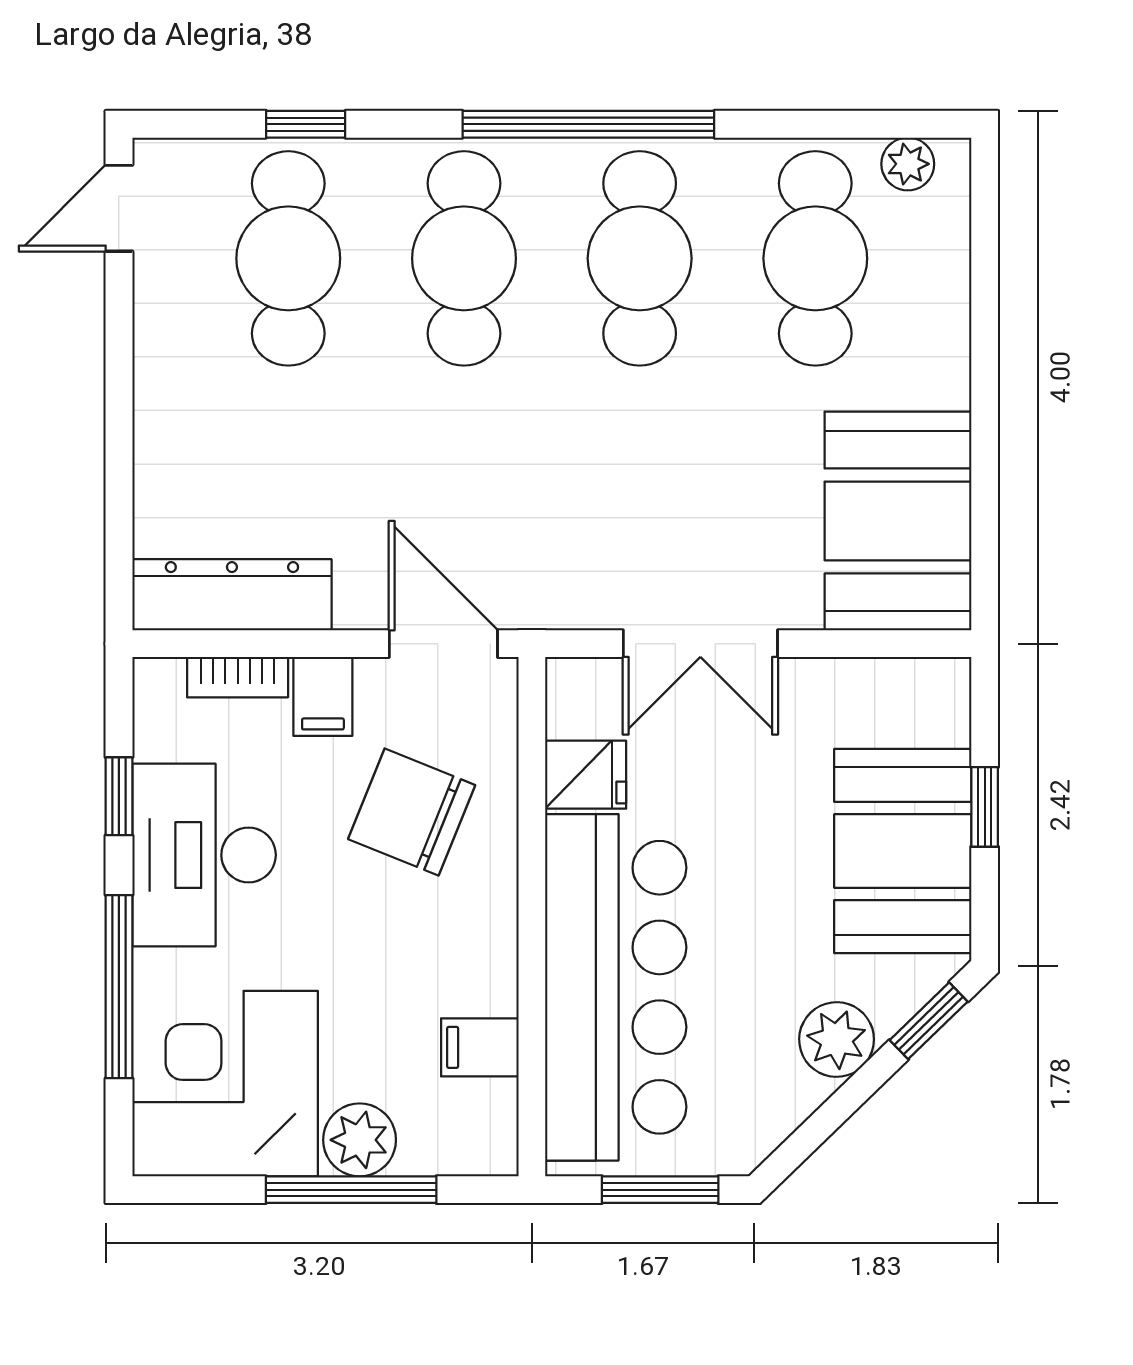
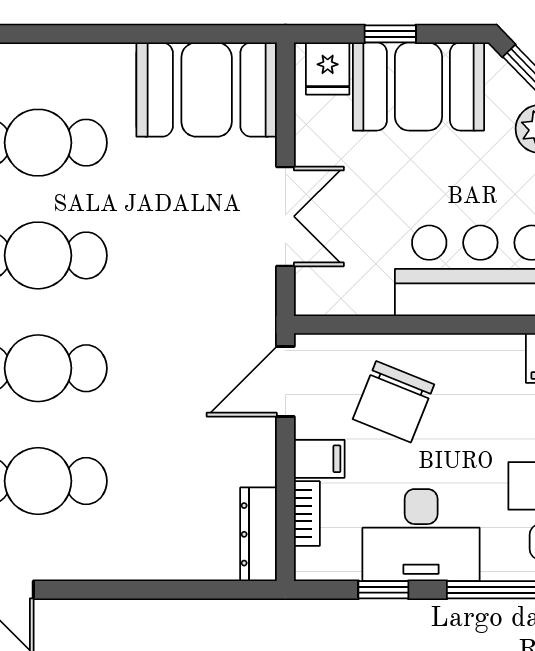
dresser: (232, 595) -> (258, 534), width x0.73, depth x0.80
fridge: (586, 775) -> (328, 68), moved, turned 180

